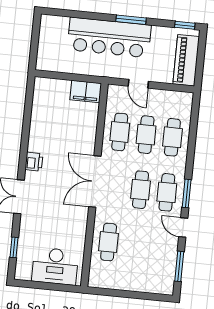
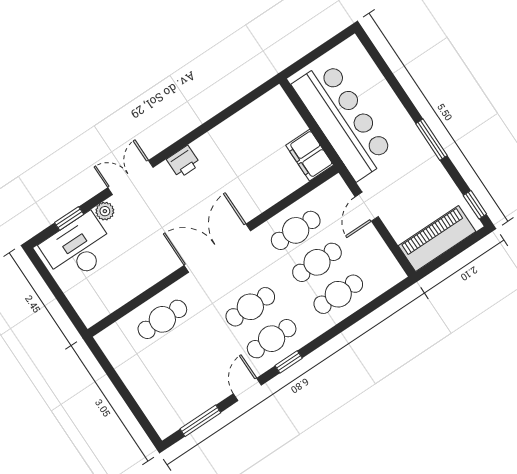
bar counter: (109, 37) -> (343, 120), moved, turned 180
window: (187, 193) -> (289, 362), width x0.67
plant: (26, 225) -> (105, 211), added
desk: (55, 266) -> (78, 248), moved, turned 90

